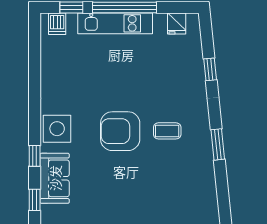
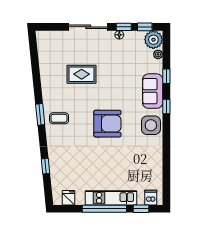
coffee table: (167, 131) -> (59, 118), moved
rug: (158, 203) -> (82, 74), added

